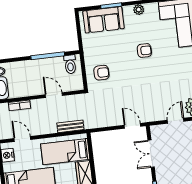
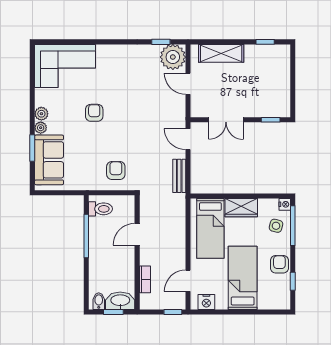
plant: (128, 10) -> (41, 128), added
bench: (70, 126) -> (179, 176), moved
door: (132, 126) -> (188, 139), hinge flipped

